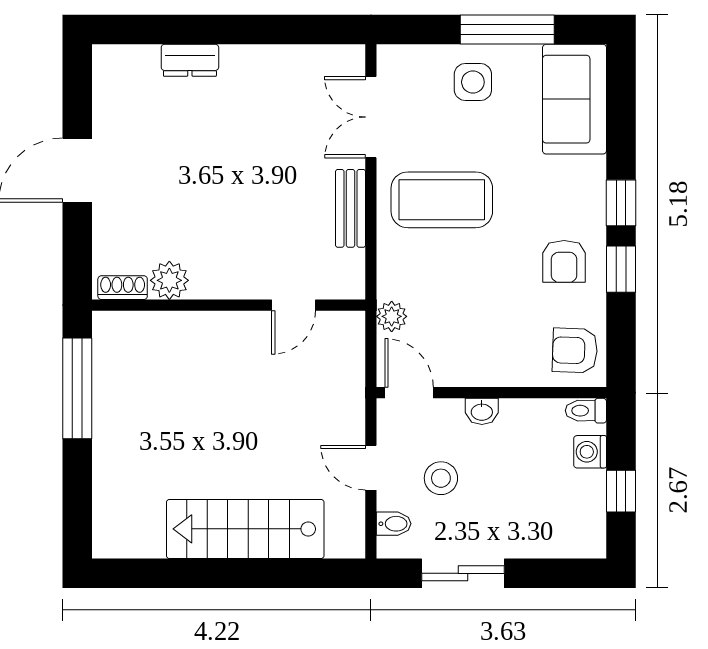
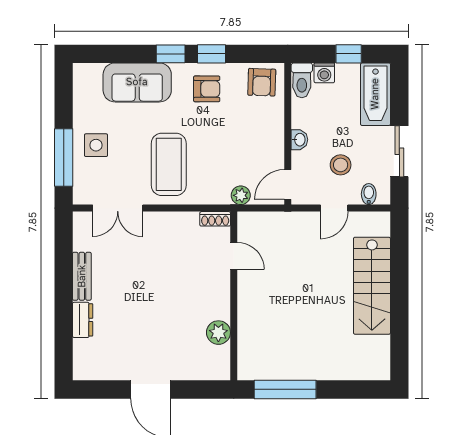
window: (507, 30) -> (64, 157), moved
sofa: (574, 99) -> (137, 82), moved
bench: (351, 208) -> (82, 276), moved, turned 90
shoe rack: (123, 288) -> (215, 219), moved, turned -90
toilet: (586, 411) -> (302, 80), width x1.37, depth x1.39
bathtub: (555, 535) -> (375, 94), added

